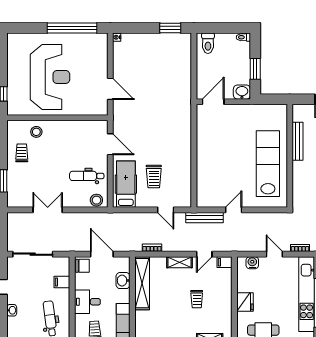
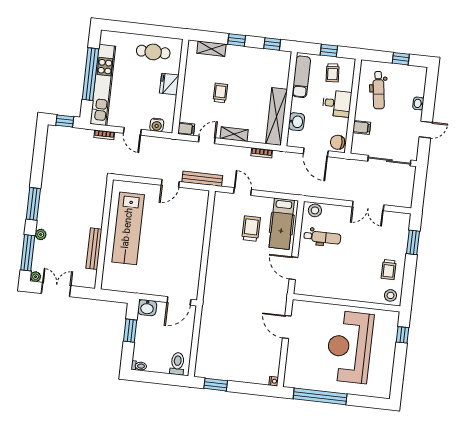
stool: (36, 132) -> (390, 295), moved

